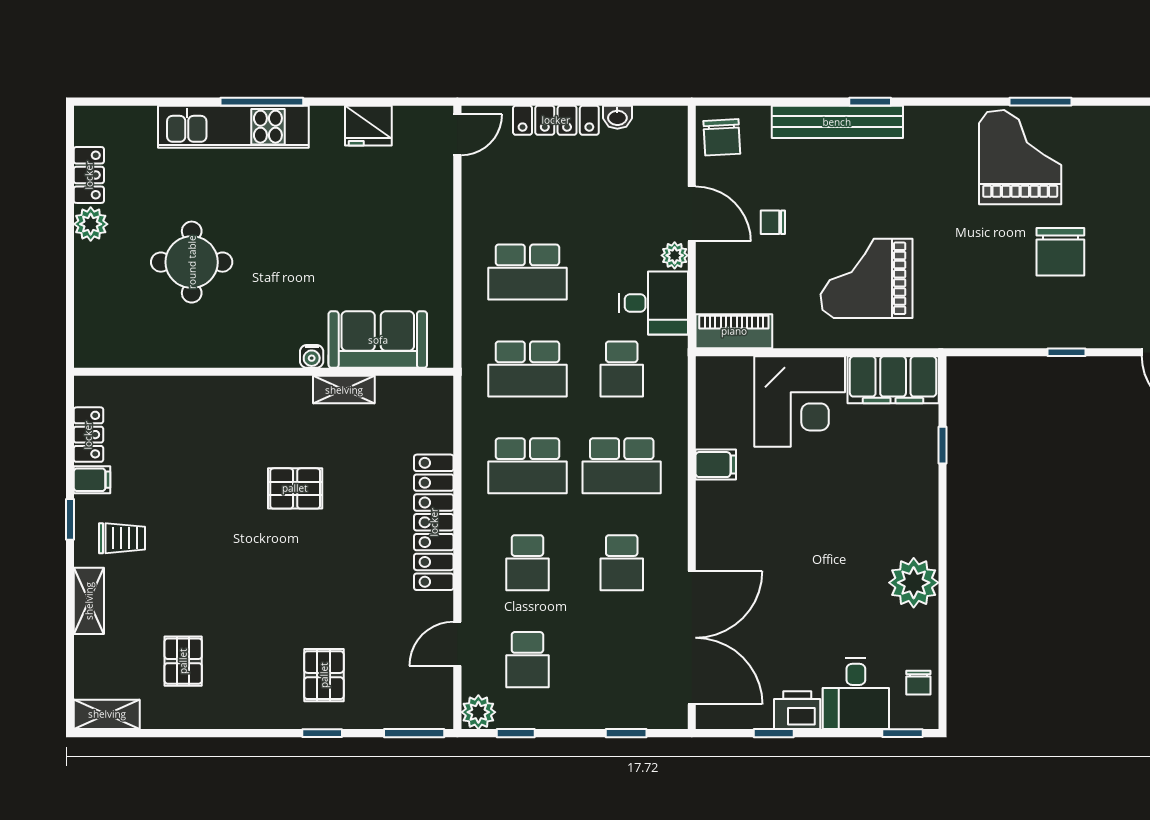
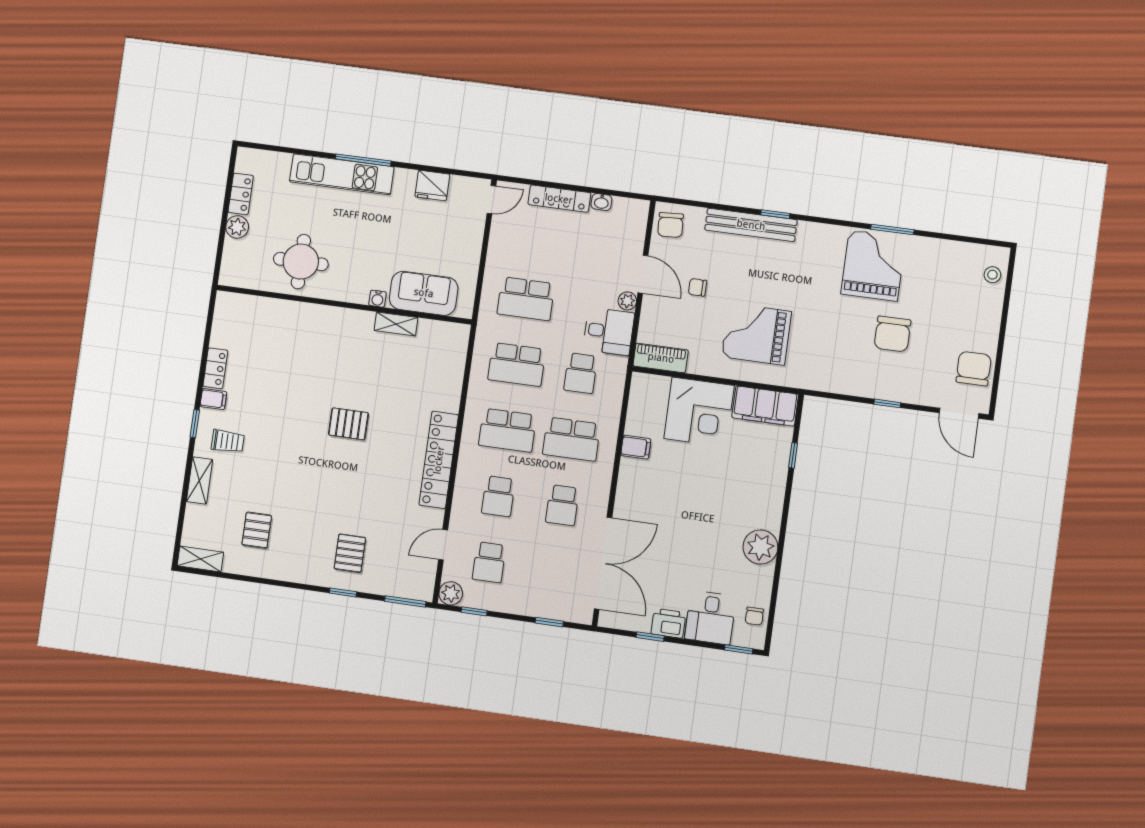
sofa: (378, 340) -> (424, 293), moved
water cooler: (312, 356) -> (378, 299), moved
wall: (264, 372) -> (344, 305), moved
shelving: (344, 390) -> (396, 324), moved

